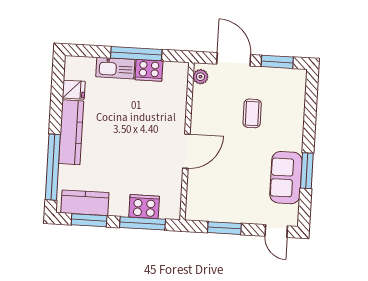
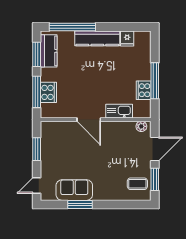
kitchen sink: (115, 68) -> (119, 111), moved, turned 90
coffee table: (252, 113) -> (137, 184), moved

